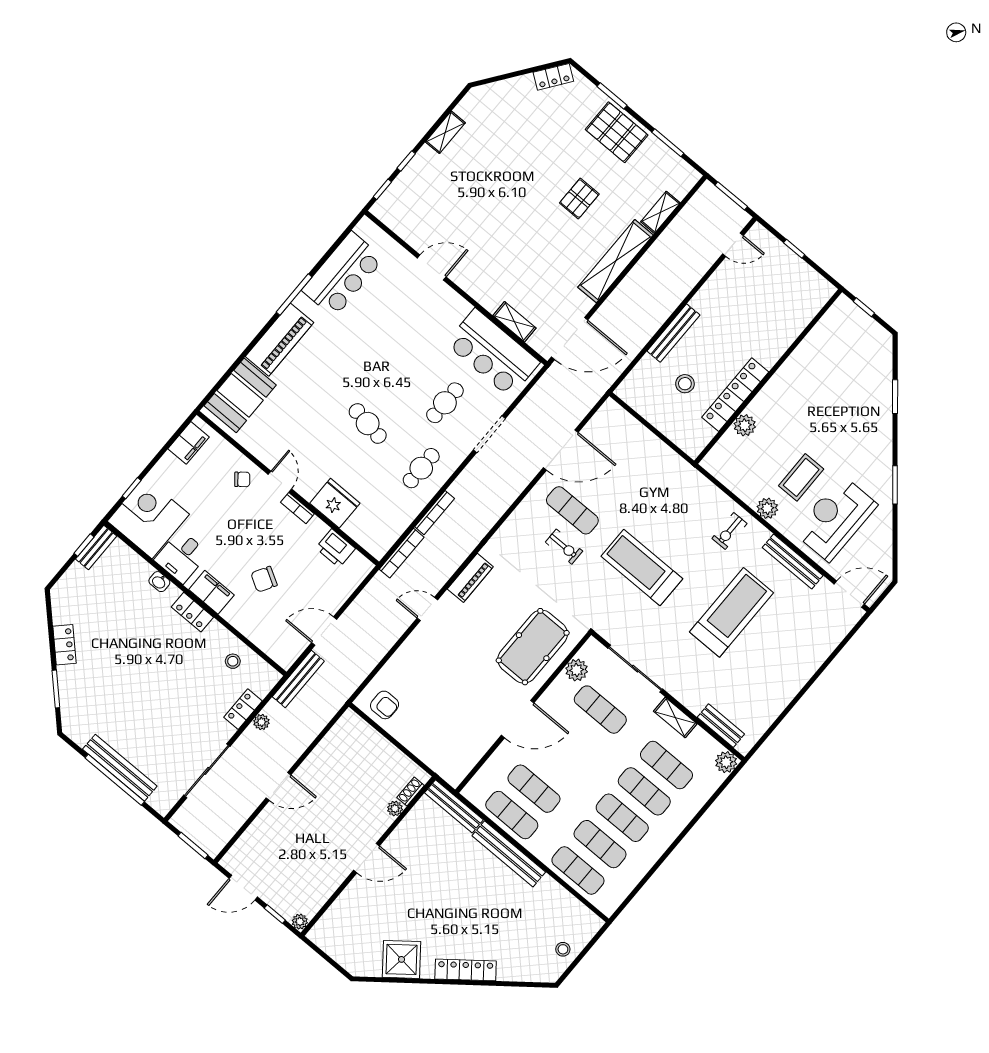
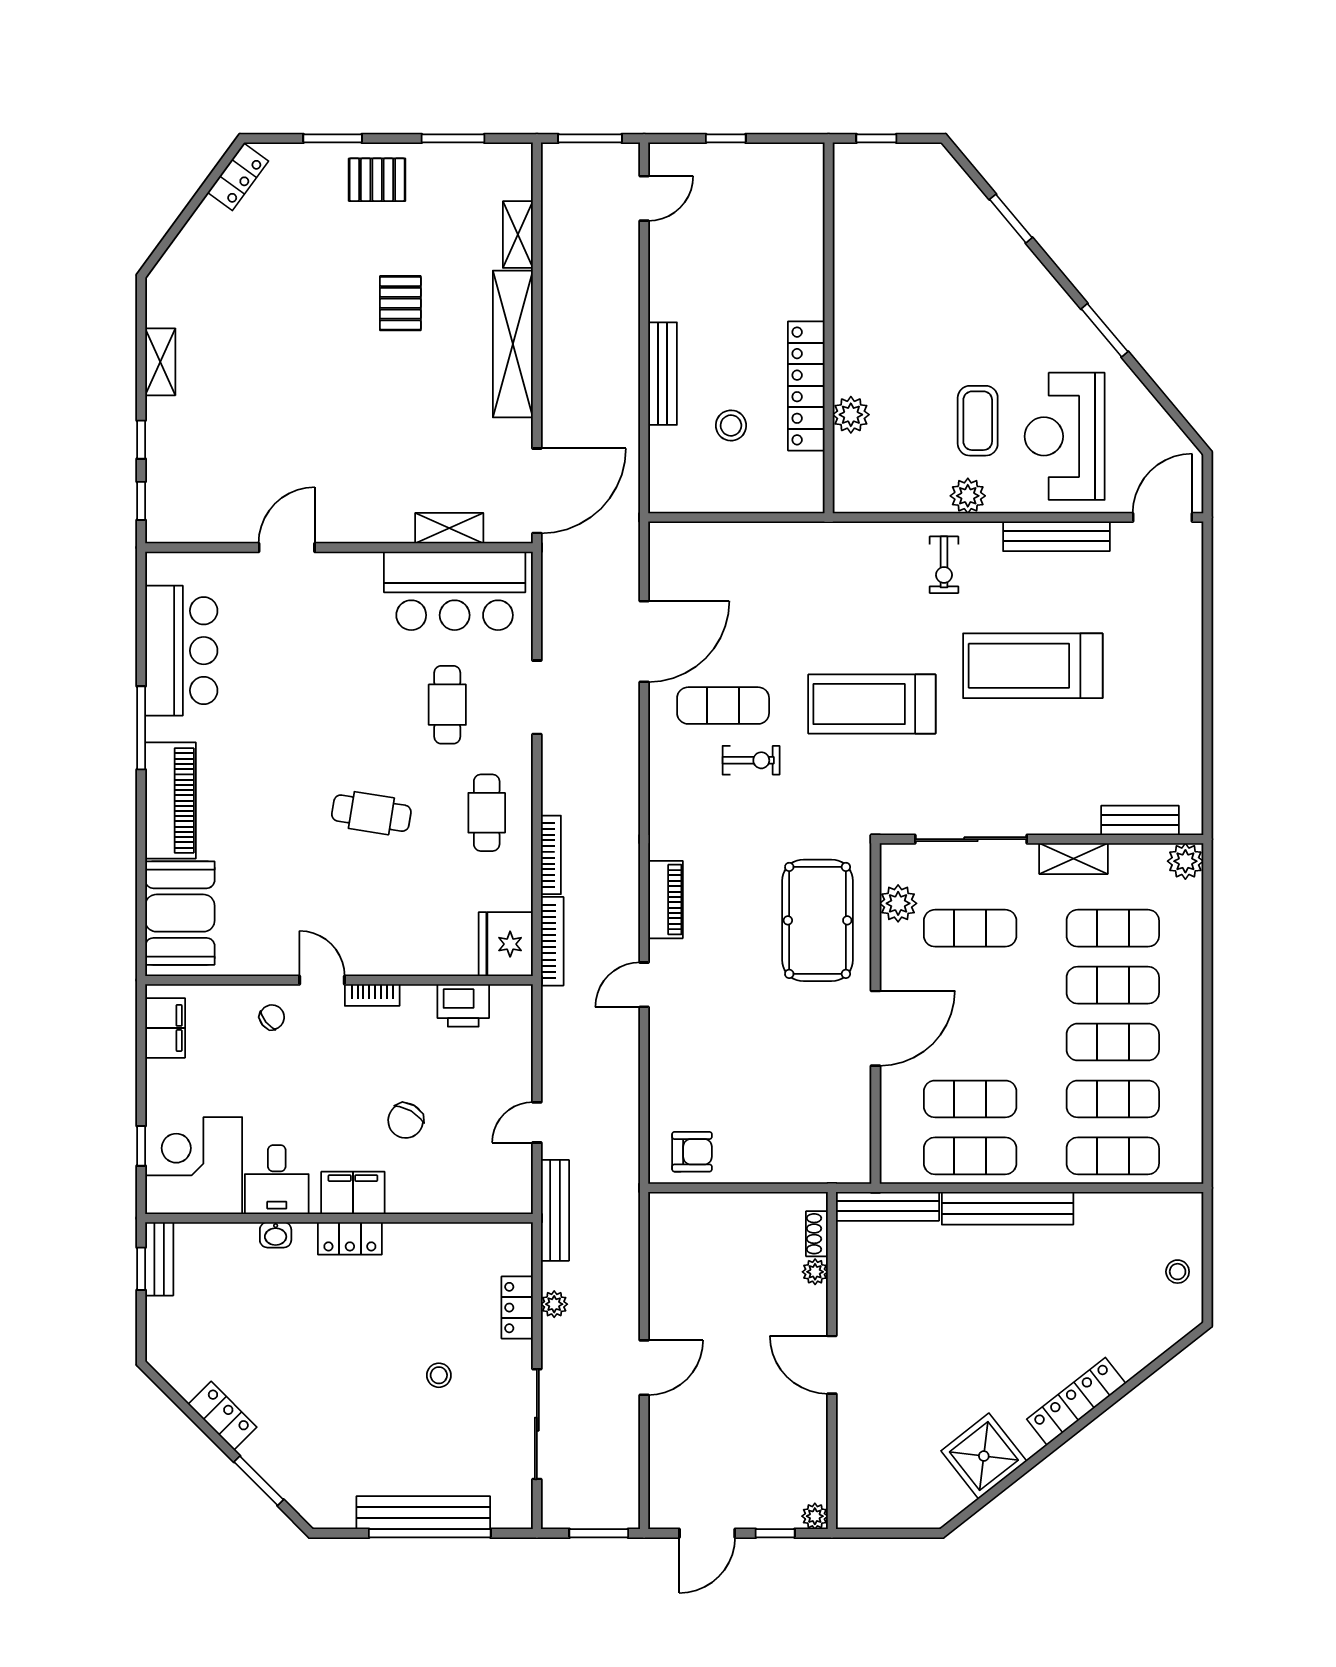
pallet: (617, 132) -> (377, 180), width x0.67, depth x0.71
fridge: (335, 503) -> (506, 944), moved, turned -90
treadmill: (731, 612) -> (1033, 666), turned -90
door: (324, 631) -> (537, 1122), width x0.73
stool: (233, 661) -> (439, 1375), moved
door: (367, 858) -> (832, 1365), swing flipped

